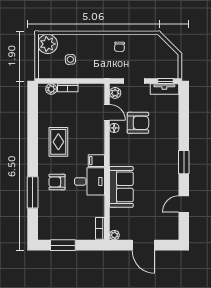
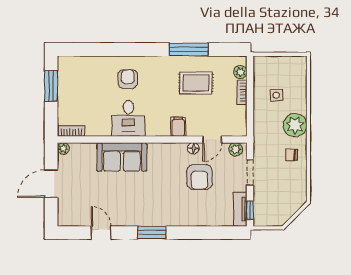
plant: (48, 44) -> (295, 125), moved
rug: (58, 142) -> (196, 83), moved
filing cabinet: (96, 161) -> (178, 127), moved
window: (33, 192) -> (189, 50), moved

